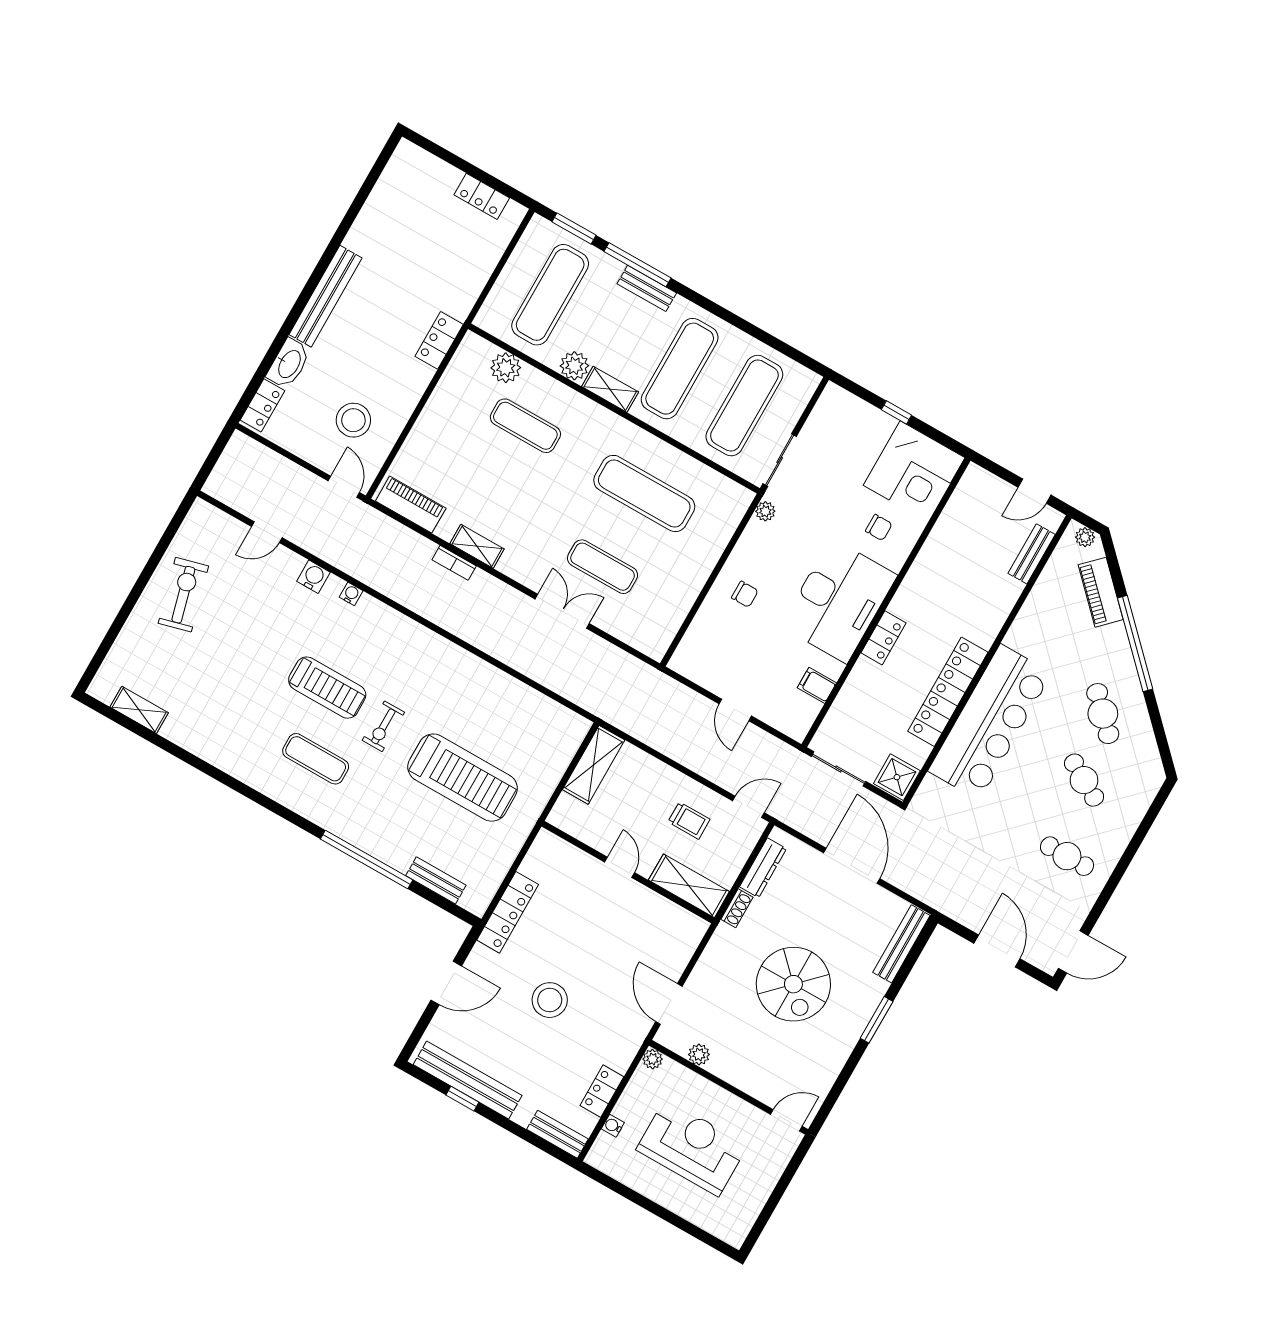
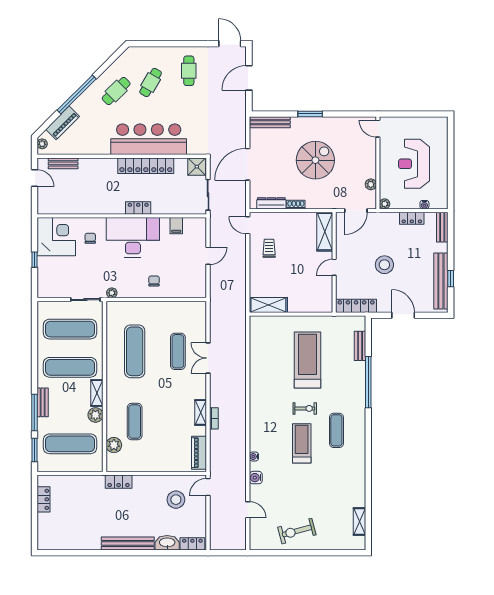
door: (620, 867) -> (334, 267), moved
wall: (628, 872) -> (334, 262), moved
shelving: (689, 886) -> (325, 232), moved

